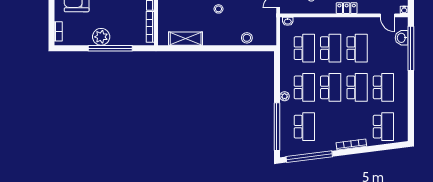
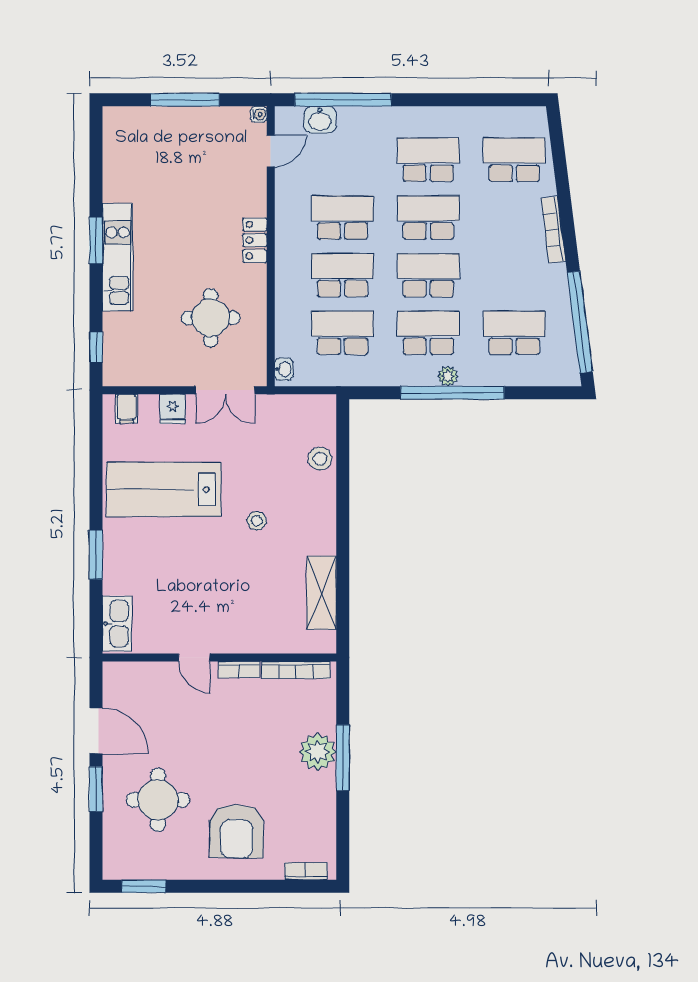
plant: (101, 37) -> (318, 752), moved
window: (110, 48) -> (343, 758), width x0.68
window: (277, 127) -> (452, 393), moved

